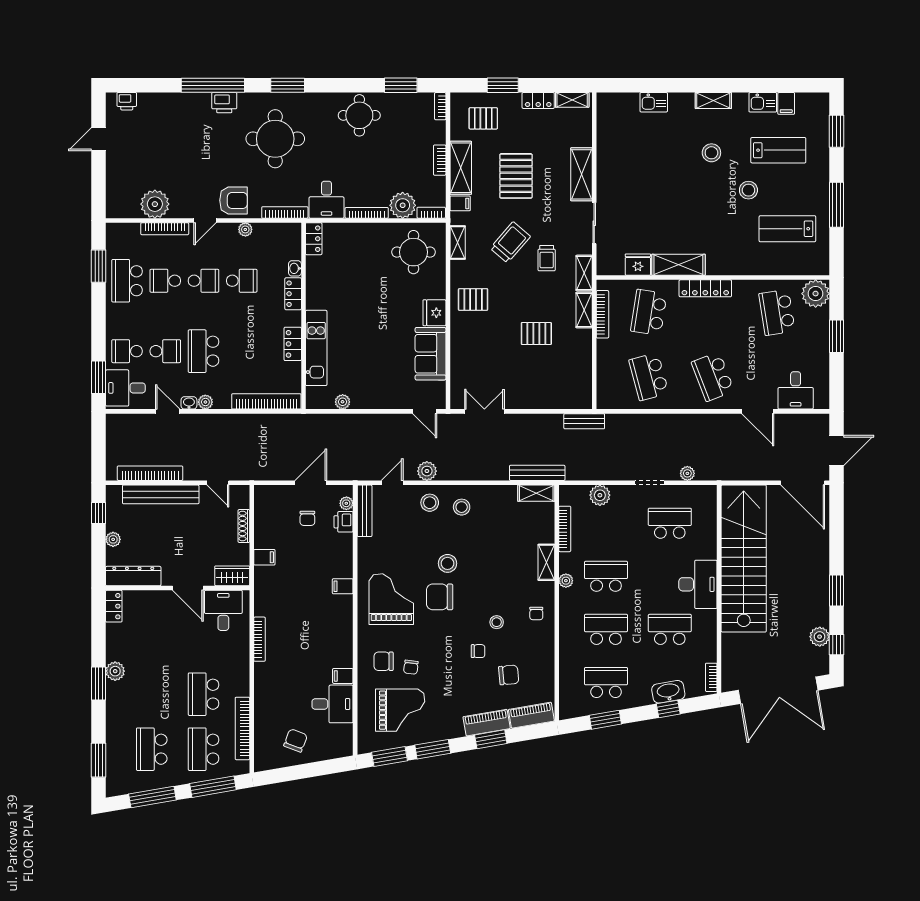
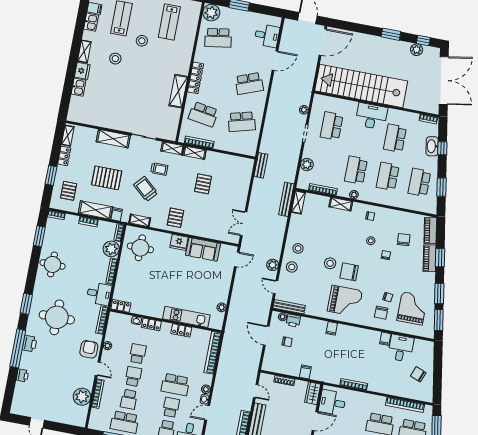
printer: (127, 101) -> (22, 375), moved
fridge: (638, 265) -> (82, 71), moved, turned 180
door: (218, 483) -> (256, 391), hinge flipped
chair: (440, 597) -> (349, 272), turned 90
grand piano: (391, 599) -> (345, 301), turned 180

